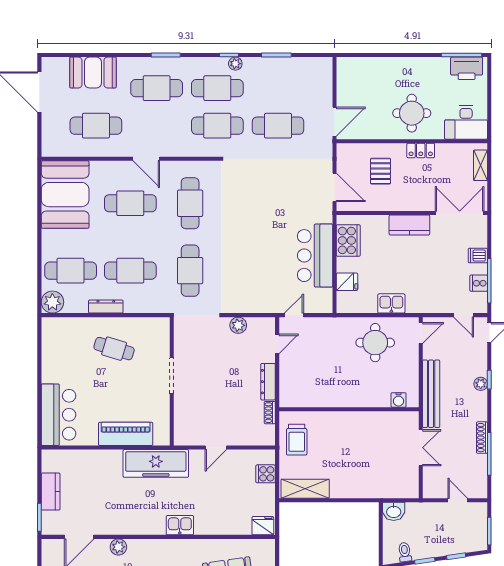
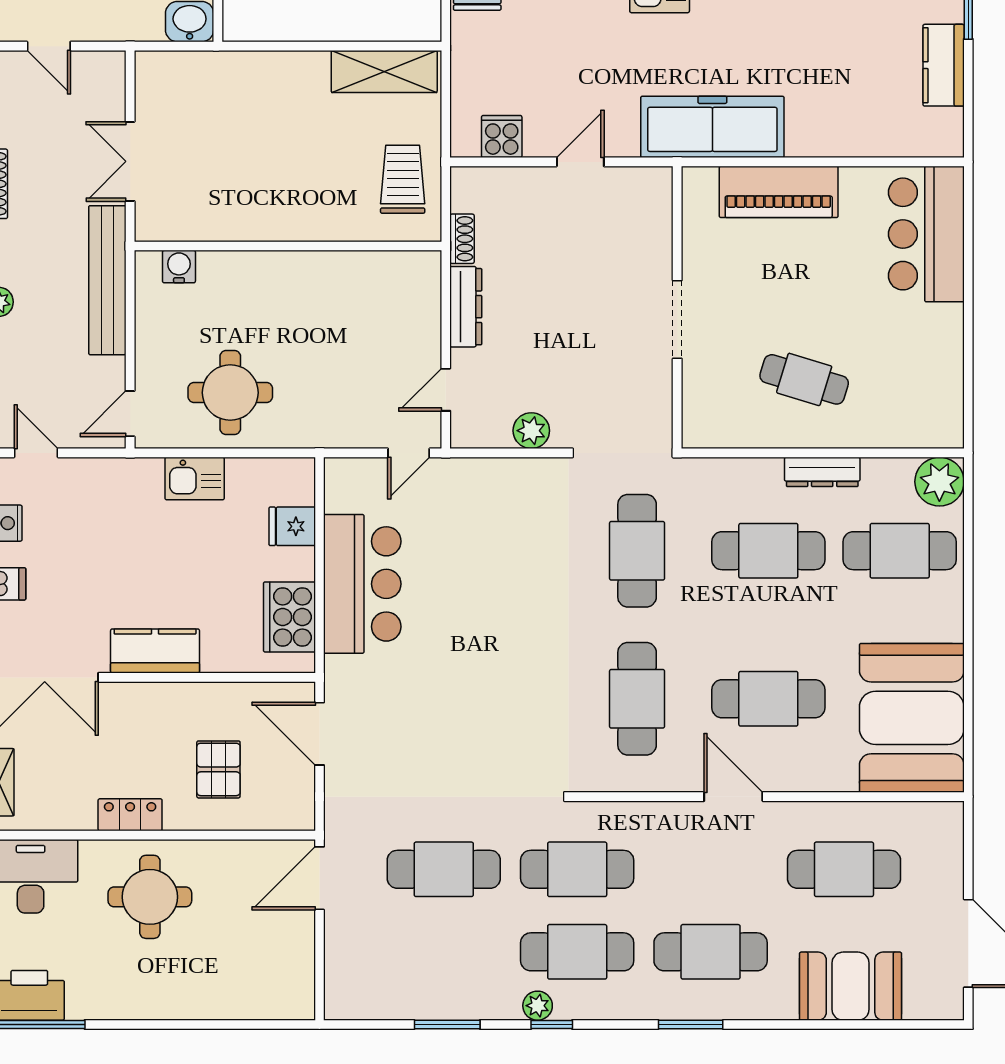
cooker: (266, 474) -> (502, 137), moved, turned -90

